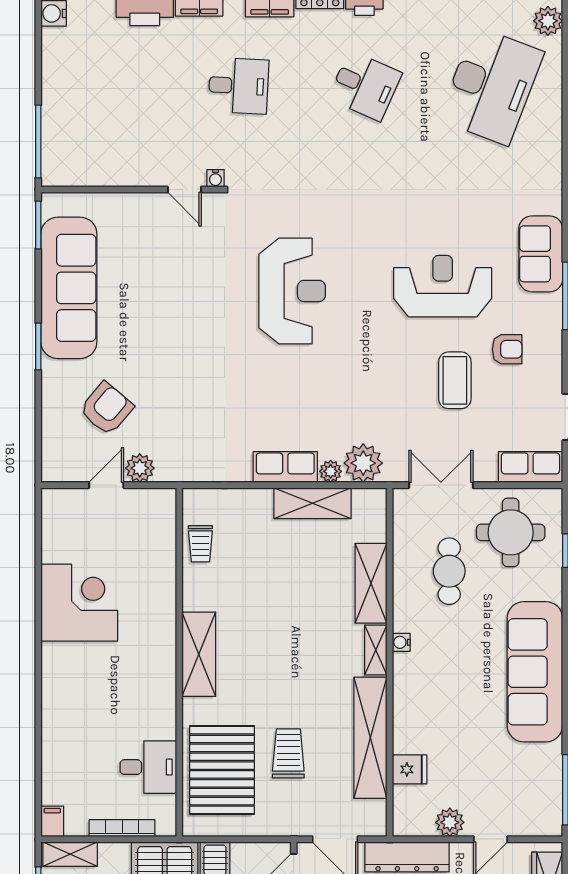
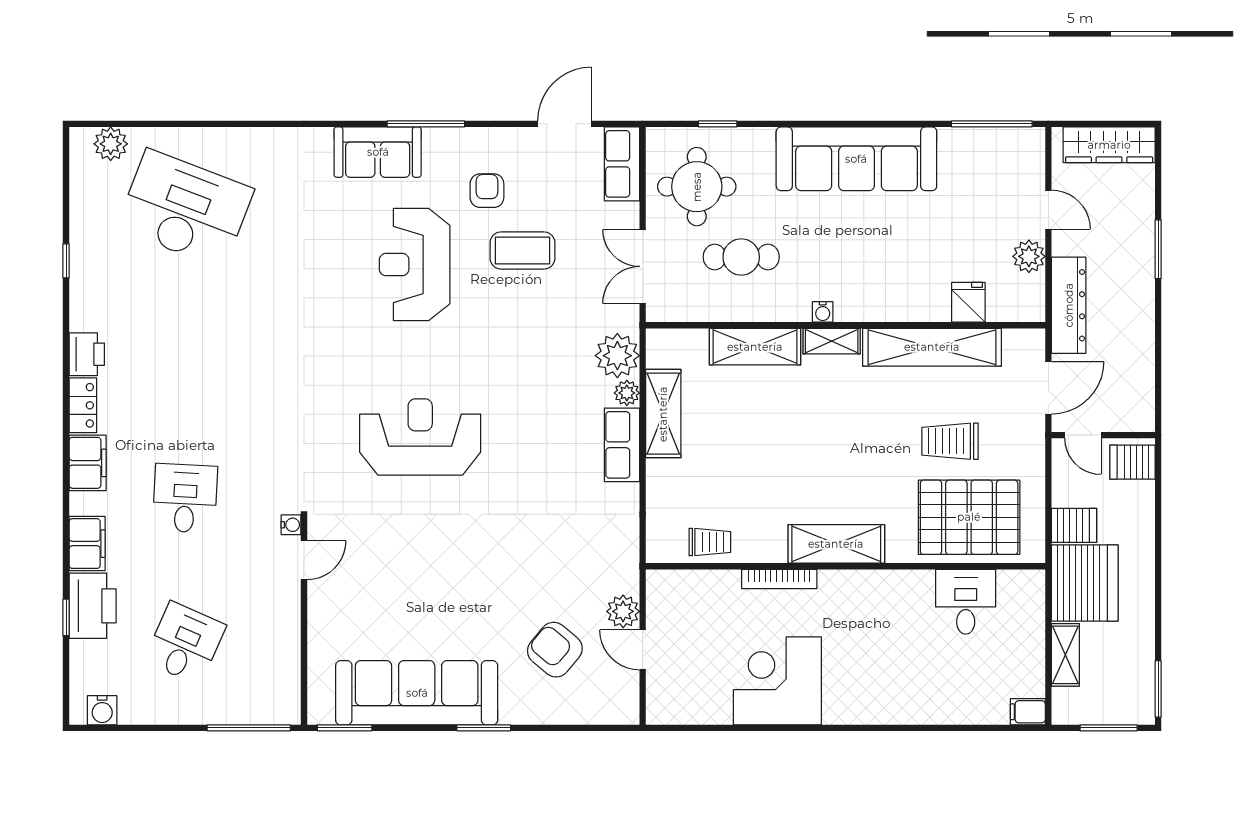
desk: (365, 86) -> (185, 643), moved
bookcase: (122, 828) -> (779, 579), moved, turned -90
shelving: (70, 854) -> (1065, 655), moved

